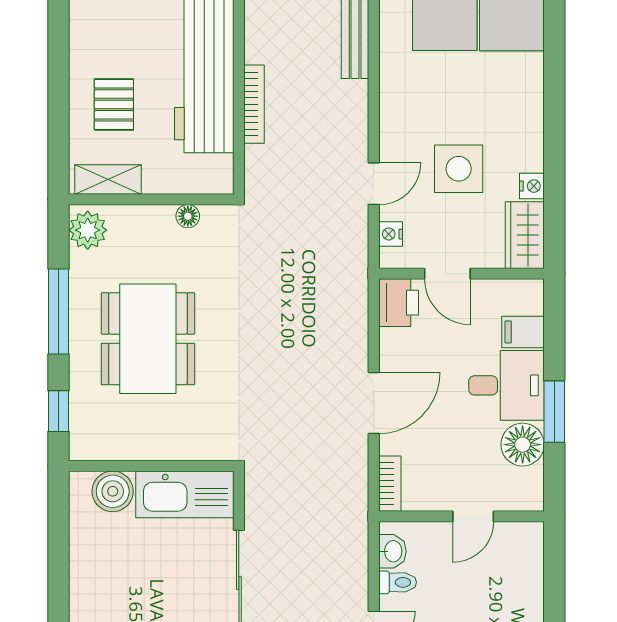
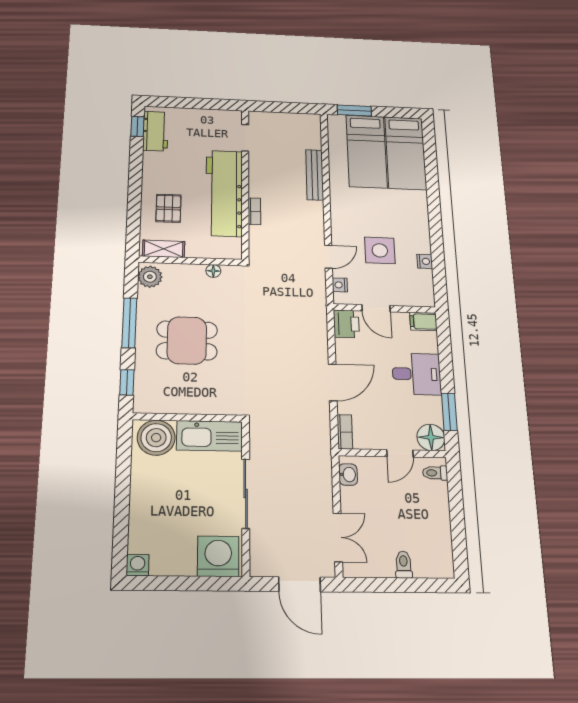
bookcase: (254, 104) -> (254, 211), width x0.64
wardrobe: (525, 235) -> (422, 288), removed
filing cabinet: (523, 332) -> (423, 321), moved
dining table: (148, 339) -> (187, 340), width x0.73
window: (554, 412) -> (449, 412), moved
floor lamp: (523, 445) -> (431, 437), moved
boiler: (113, 491) -> (156, 438), width x1.37, depth x1.37
toilet: (398, 582) -> (435, 473), moved, turned 180

